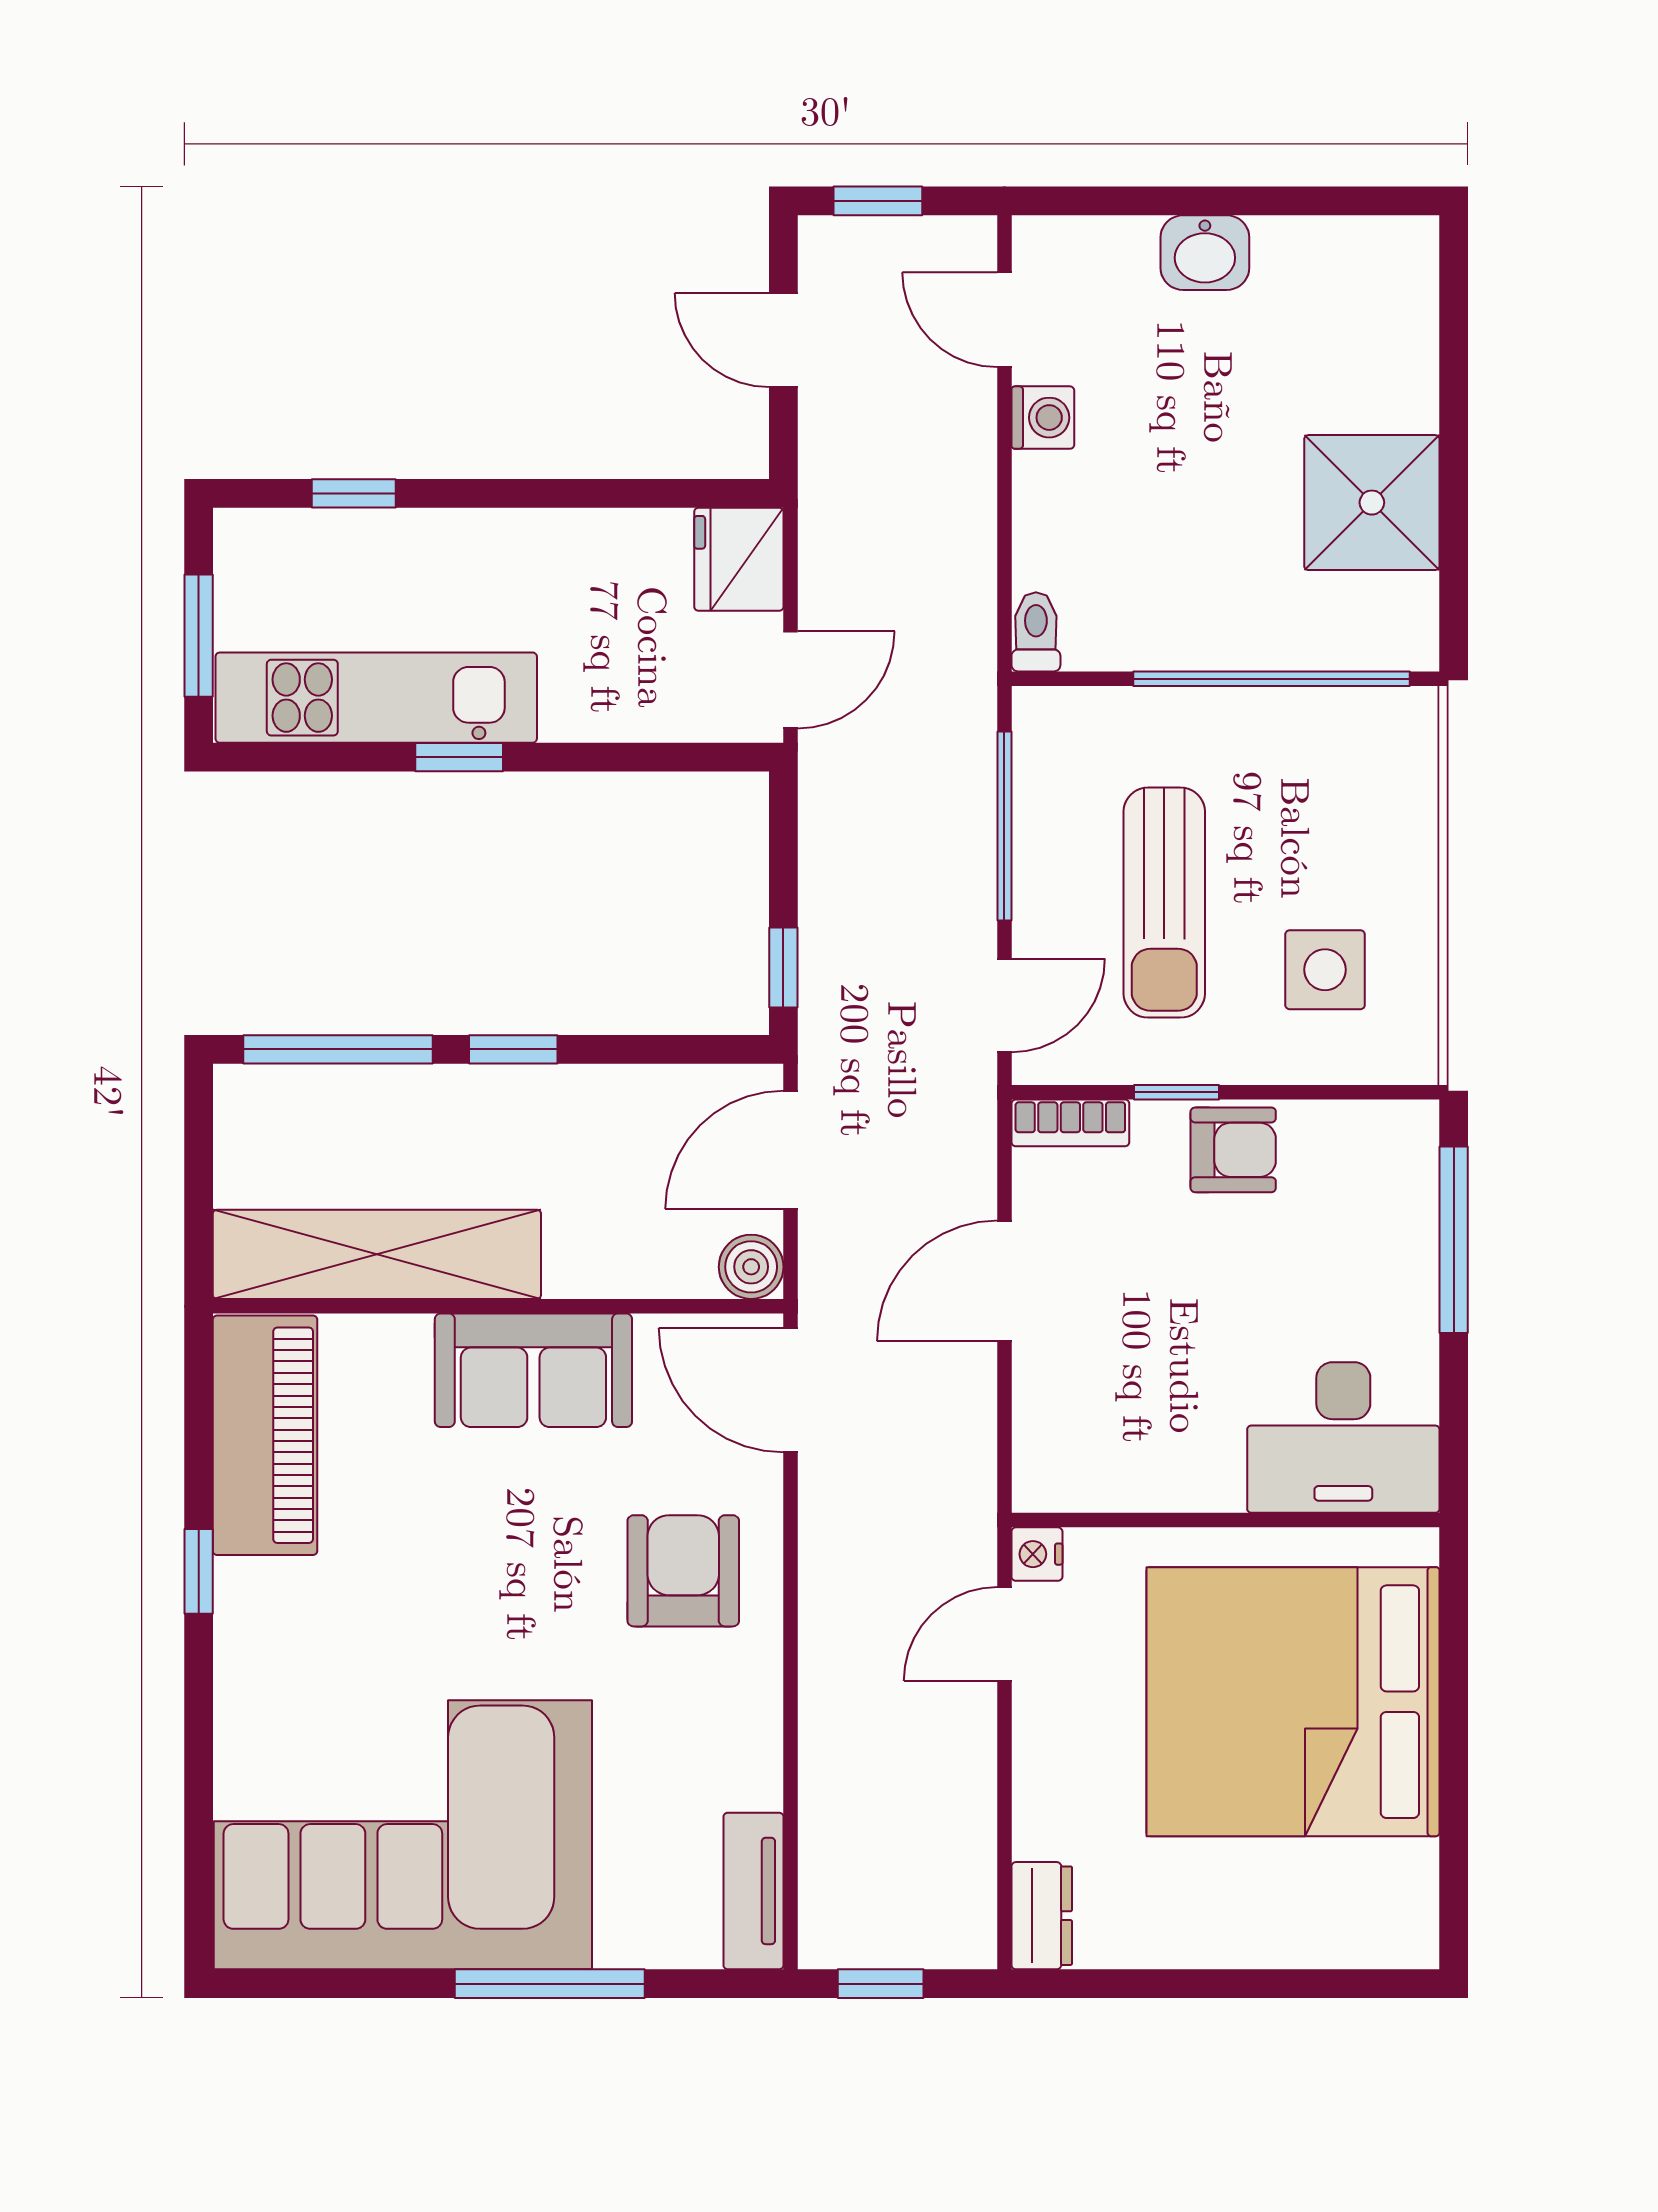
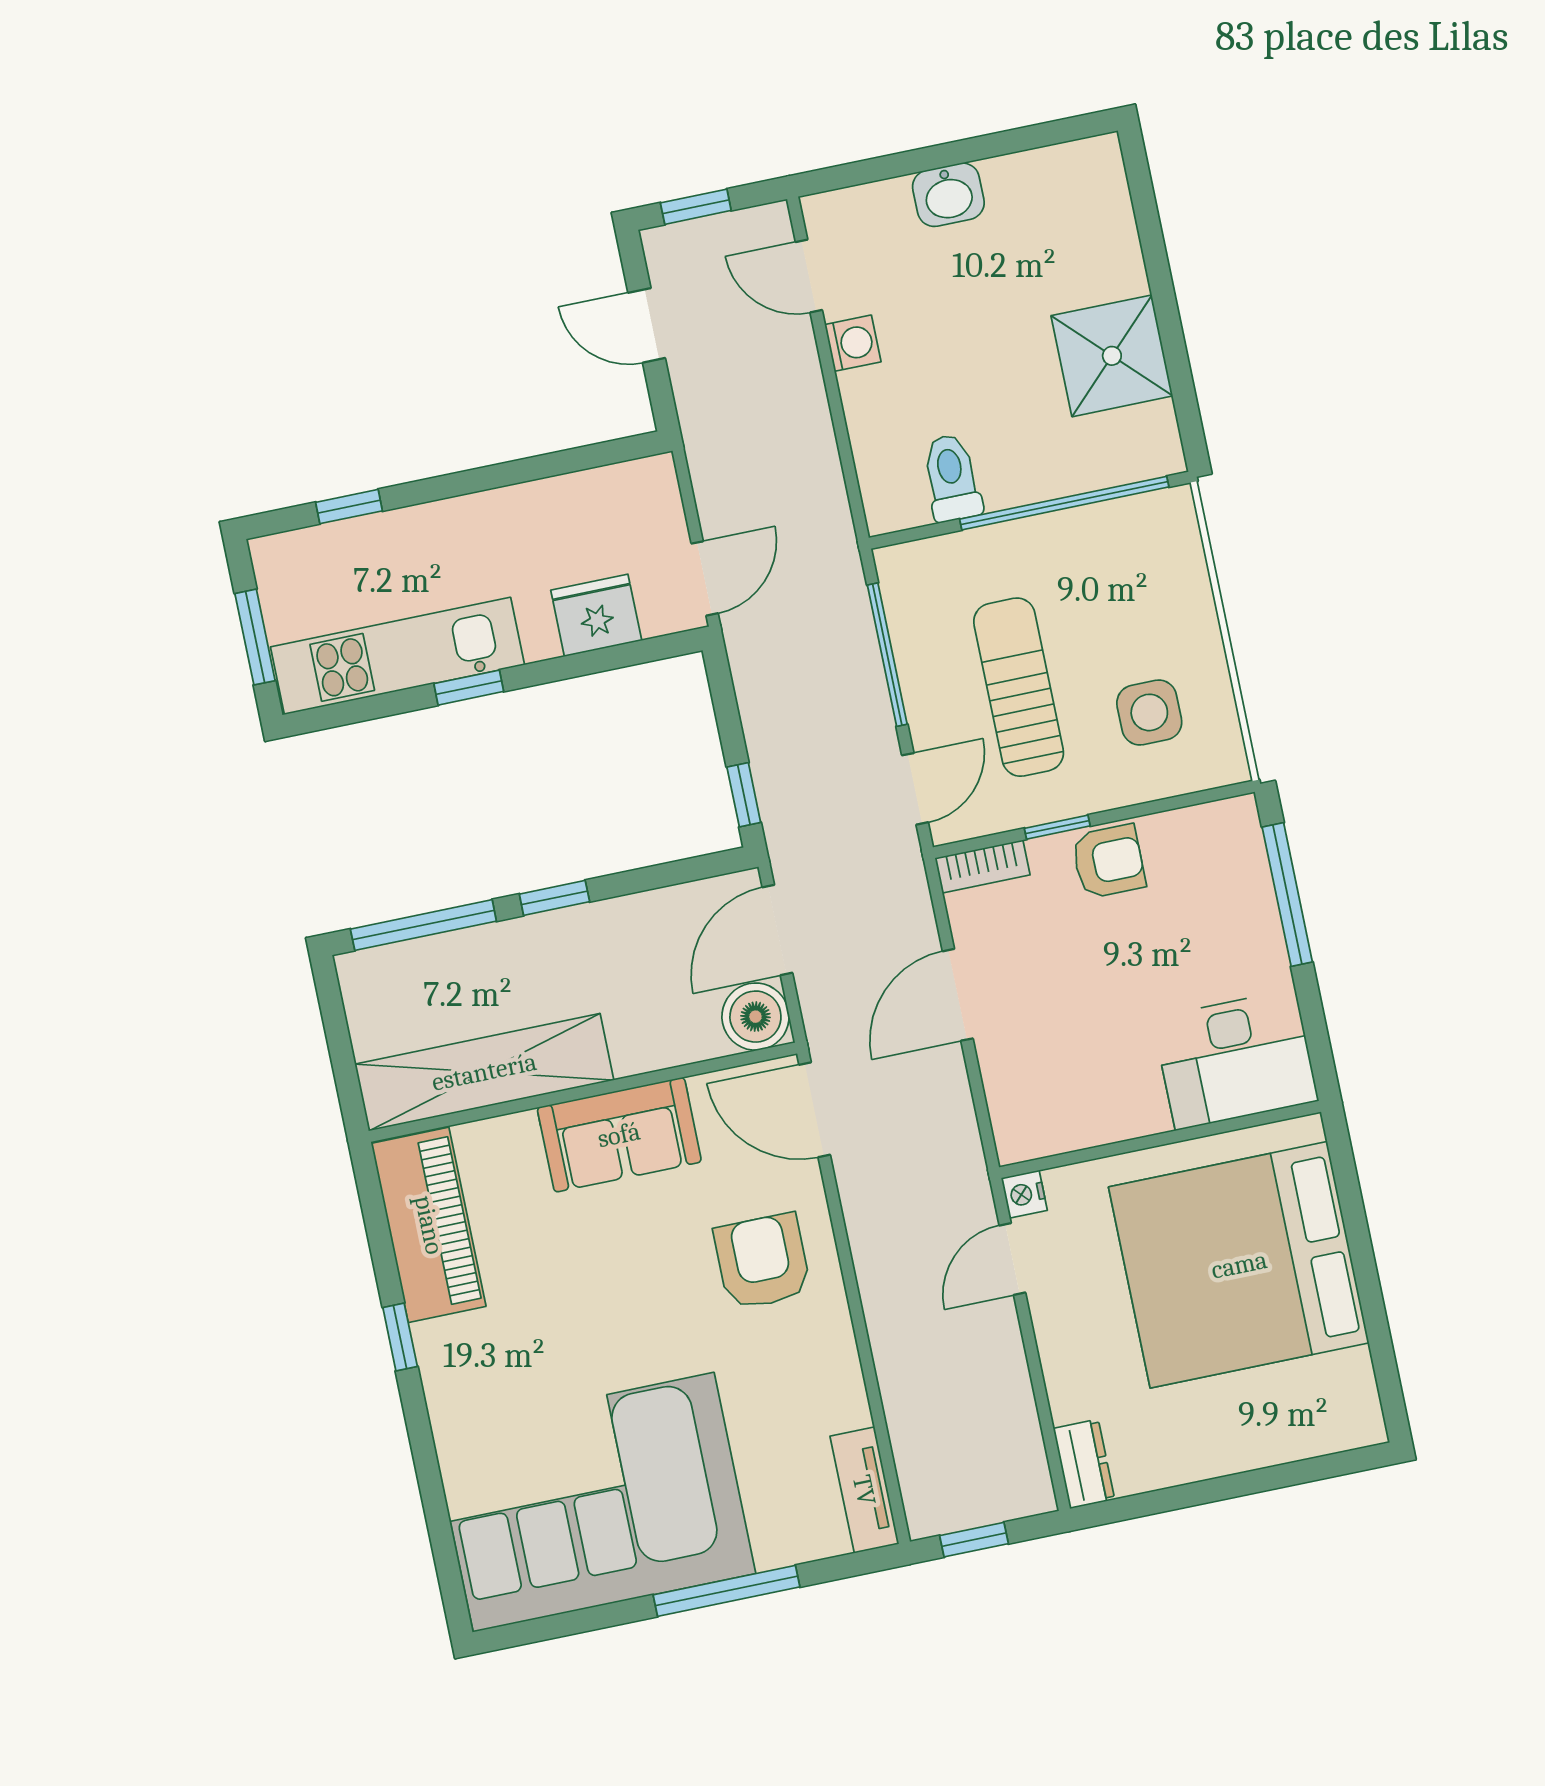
fridge: (739, 559) -> (596, 615), moved, turned 90
toilet: (1036, 632) -> (952, 478), moved, width x1.37, depth x1.39
sun lounger: (1164, 903) -> (1019, 687), turned 180
boiler: (751, 1267) -> (755, 1017), width x1.36, depth x1.36

